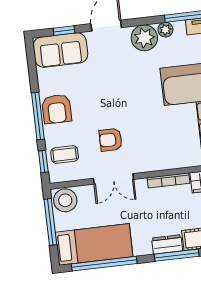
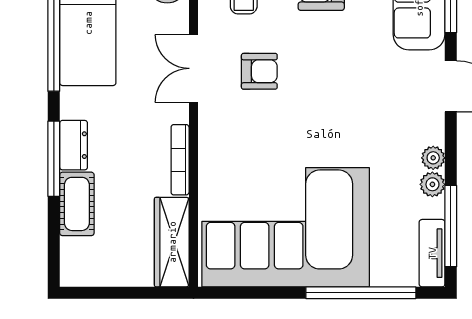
plant: (144, 38) -> (433, 158), width x0.53, depth x0.53
armchair: (111, 140) -> (259, 71), turned 90

